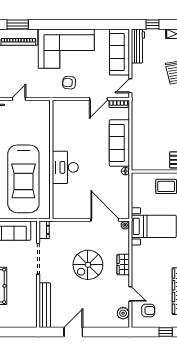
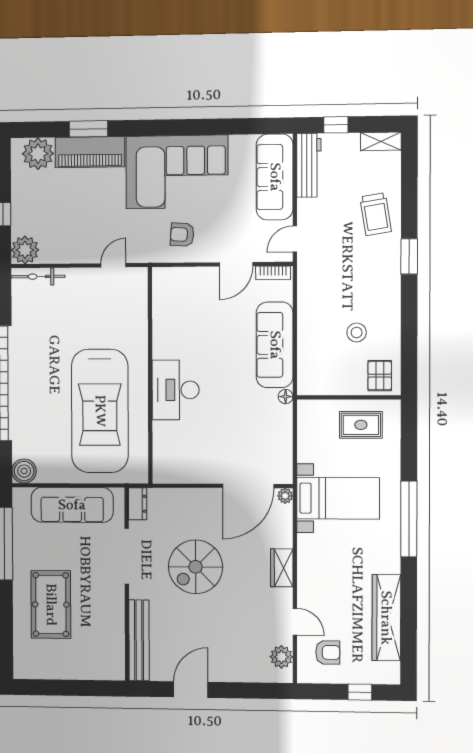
door: (19, 99) -> (113, 265), moved
stool: (164, 136) -> (357, 332), added
door: (105, 220) -> (248, 486), swing flipped
spiral stairs: (88, 265) -> (196, 567), moved

